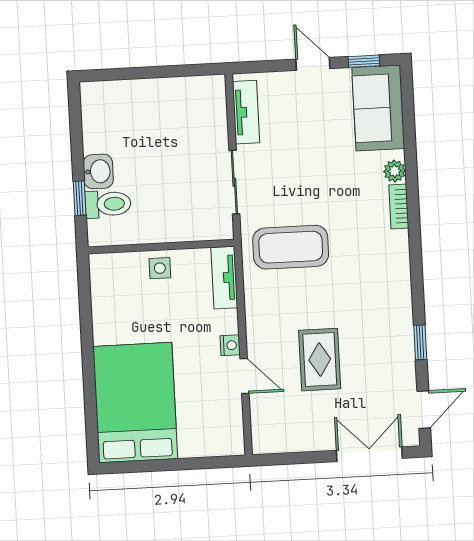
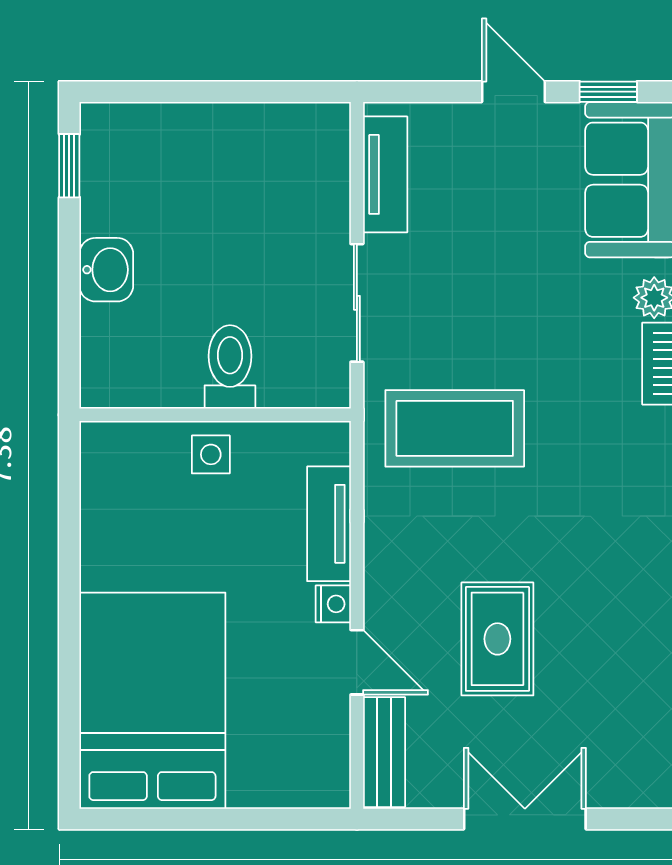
window: (80, 198) -> (69, 166), moved
toilet: (108, 204) -> (230, 367), moved, turned -90
tv unit: (224, 278) -> (329, 524), moved
bench: (262, 424) -> (384, 752), added
double door: (369, 454) -> (525, 819), moved

